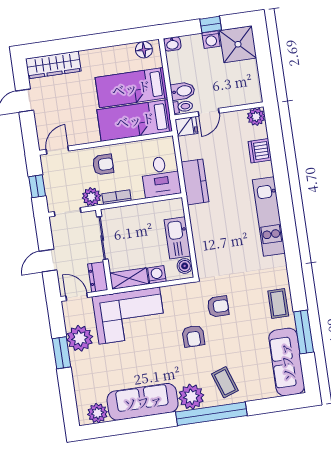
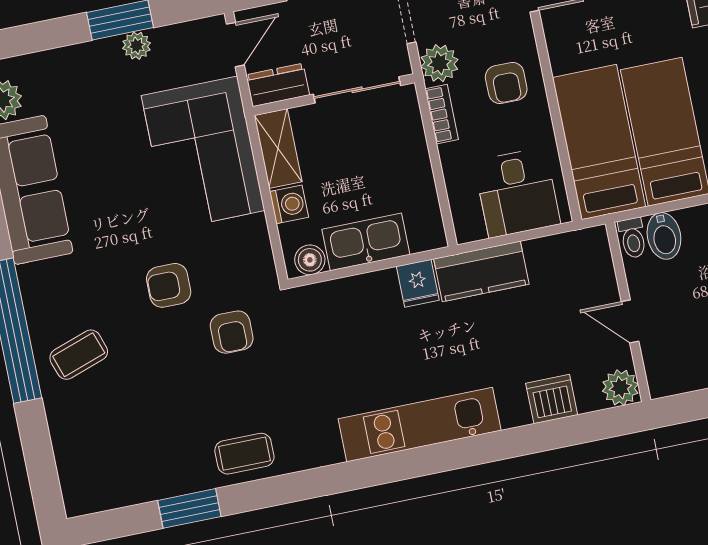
door: (209, 112) -> (630, 321), moved
fridge: (186, 126) -> (418, 283), moved
desk: (161, 177) -> (517, 193), moved, turned -90
window: (304, 332) -> (189, 508), width x0.69
plant: (80, 338) -> (137, 46), width x0.53, depth x0.53
sofa: (287, 362) -> (127, 477), removed
plant: (191, 397) -> (46, 288), removed

